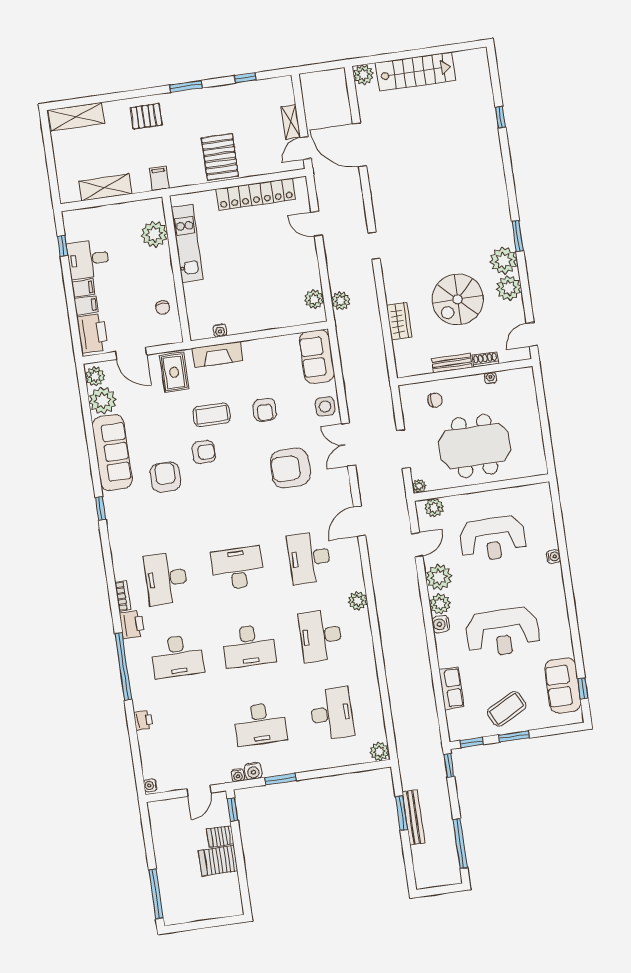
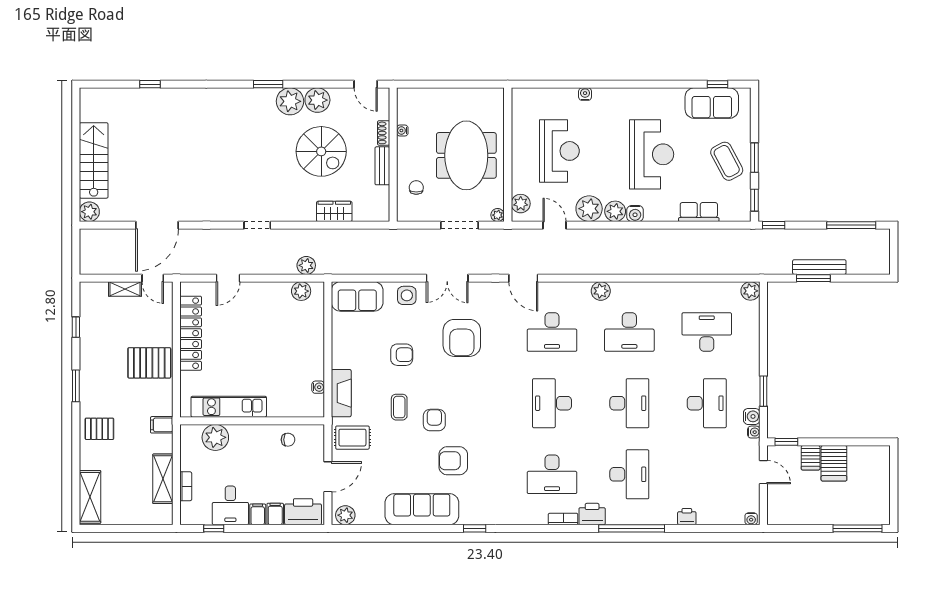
pallet: (146, 116) -> (99, 429), turned 90
bookcase: (101, 211) -> (186, 486), added
plant: (103, 401) -> (370, 511), removed
coffee table: (212, 415) -> (399, 407), width x0.73, depth x0.77

